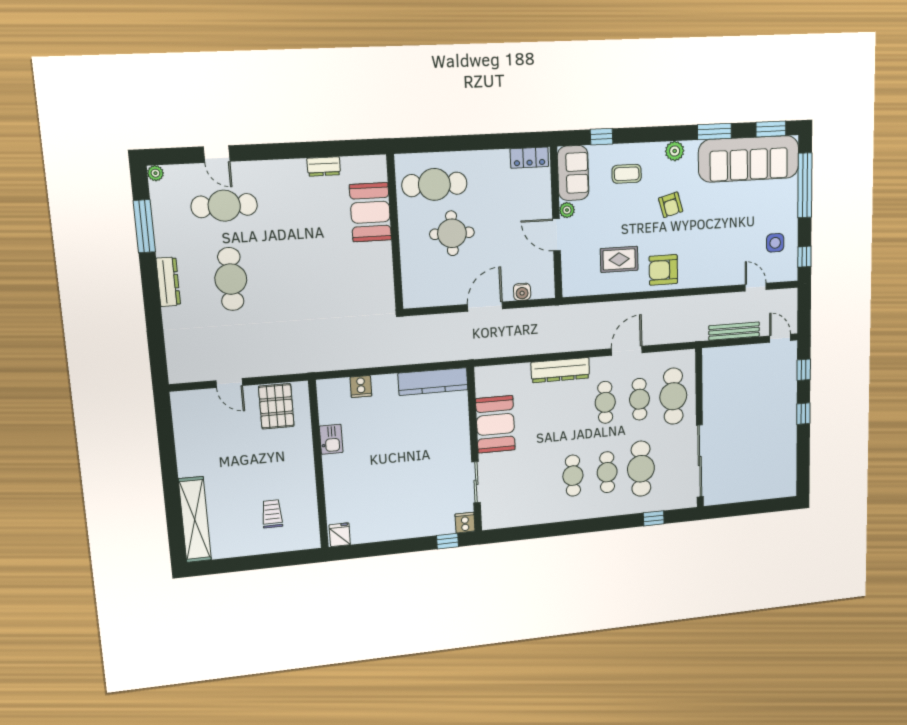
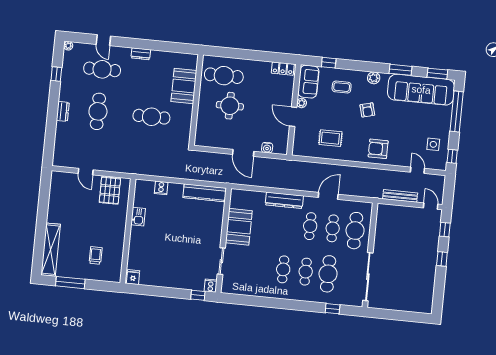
dresser: (324, 166) -> (141, 54), moved
window: (144, 226) -> (56, 74), width x0.46
armchair: (663, 270) -> (378, 149), moved
cafe table: (324, 273) -> (151, 117), added
dresser: (168, 282) -> (63, 111), width x0.70
door: (485, 307) -> (243, 153), swing flipped
window: (238, 564) -> (70, 283), added

